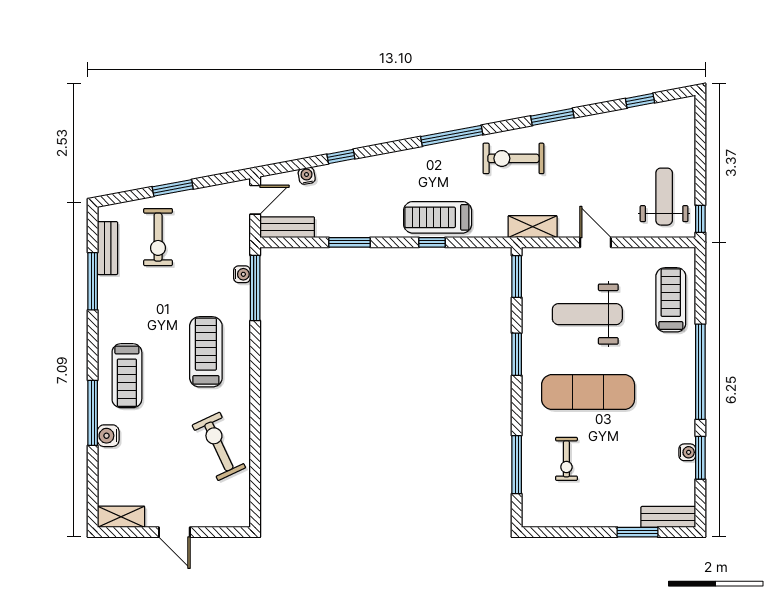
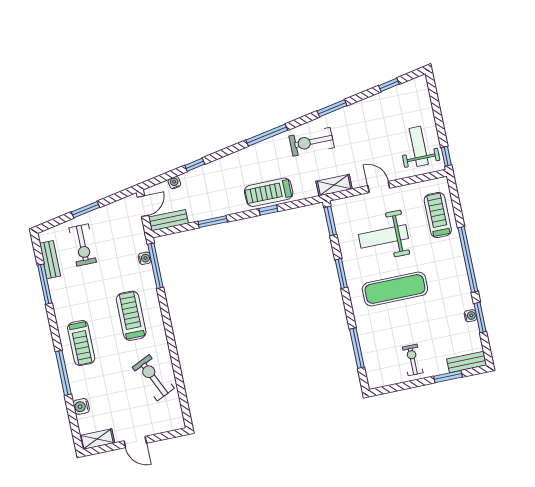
water cooler: (108, 436) -> (81, 406), moved
exercise bike: (566, 459) -> (413, 360), moved, turned 180

